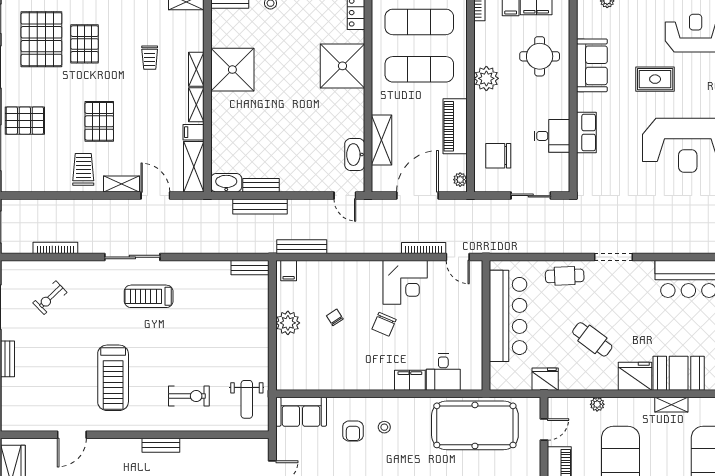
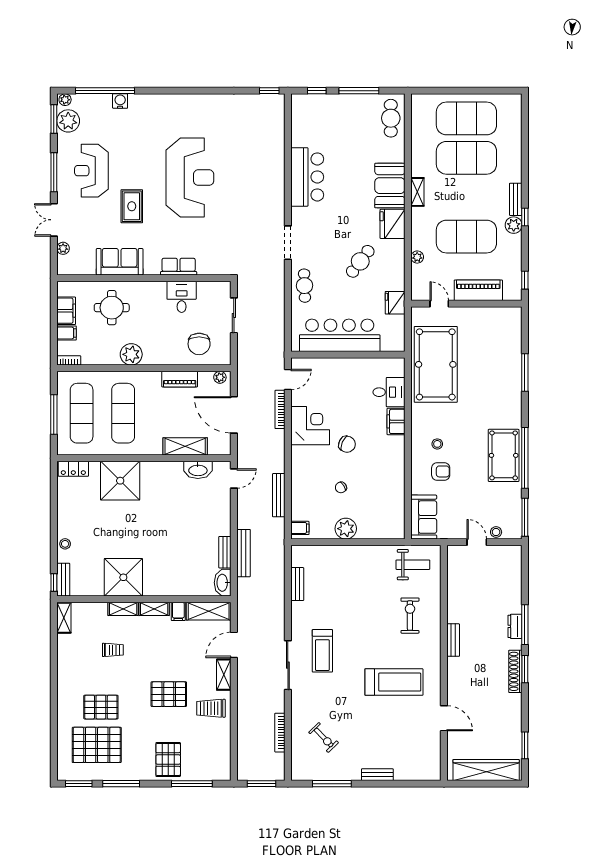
piano: (455, 126) -> (180, 379), width x0.73, depth x0.75
bench: (302, 247) -> (279, 495), moved
bench: (250, 268) -> (297, 584), moved

